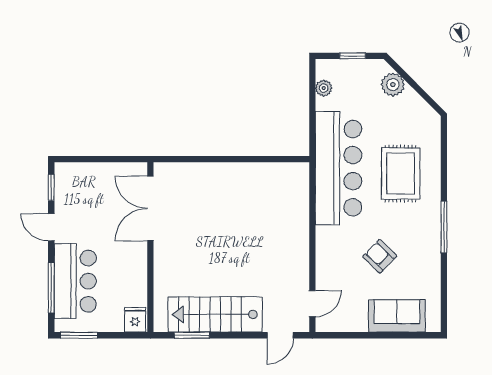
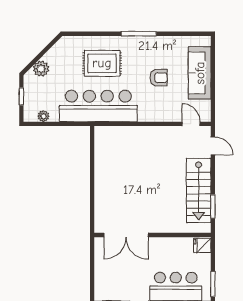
armchair: (380, 256) -> (159, 78), turned -134
sofa: (397, 316) -> (200, 73), width x1.36

